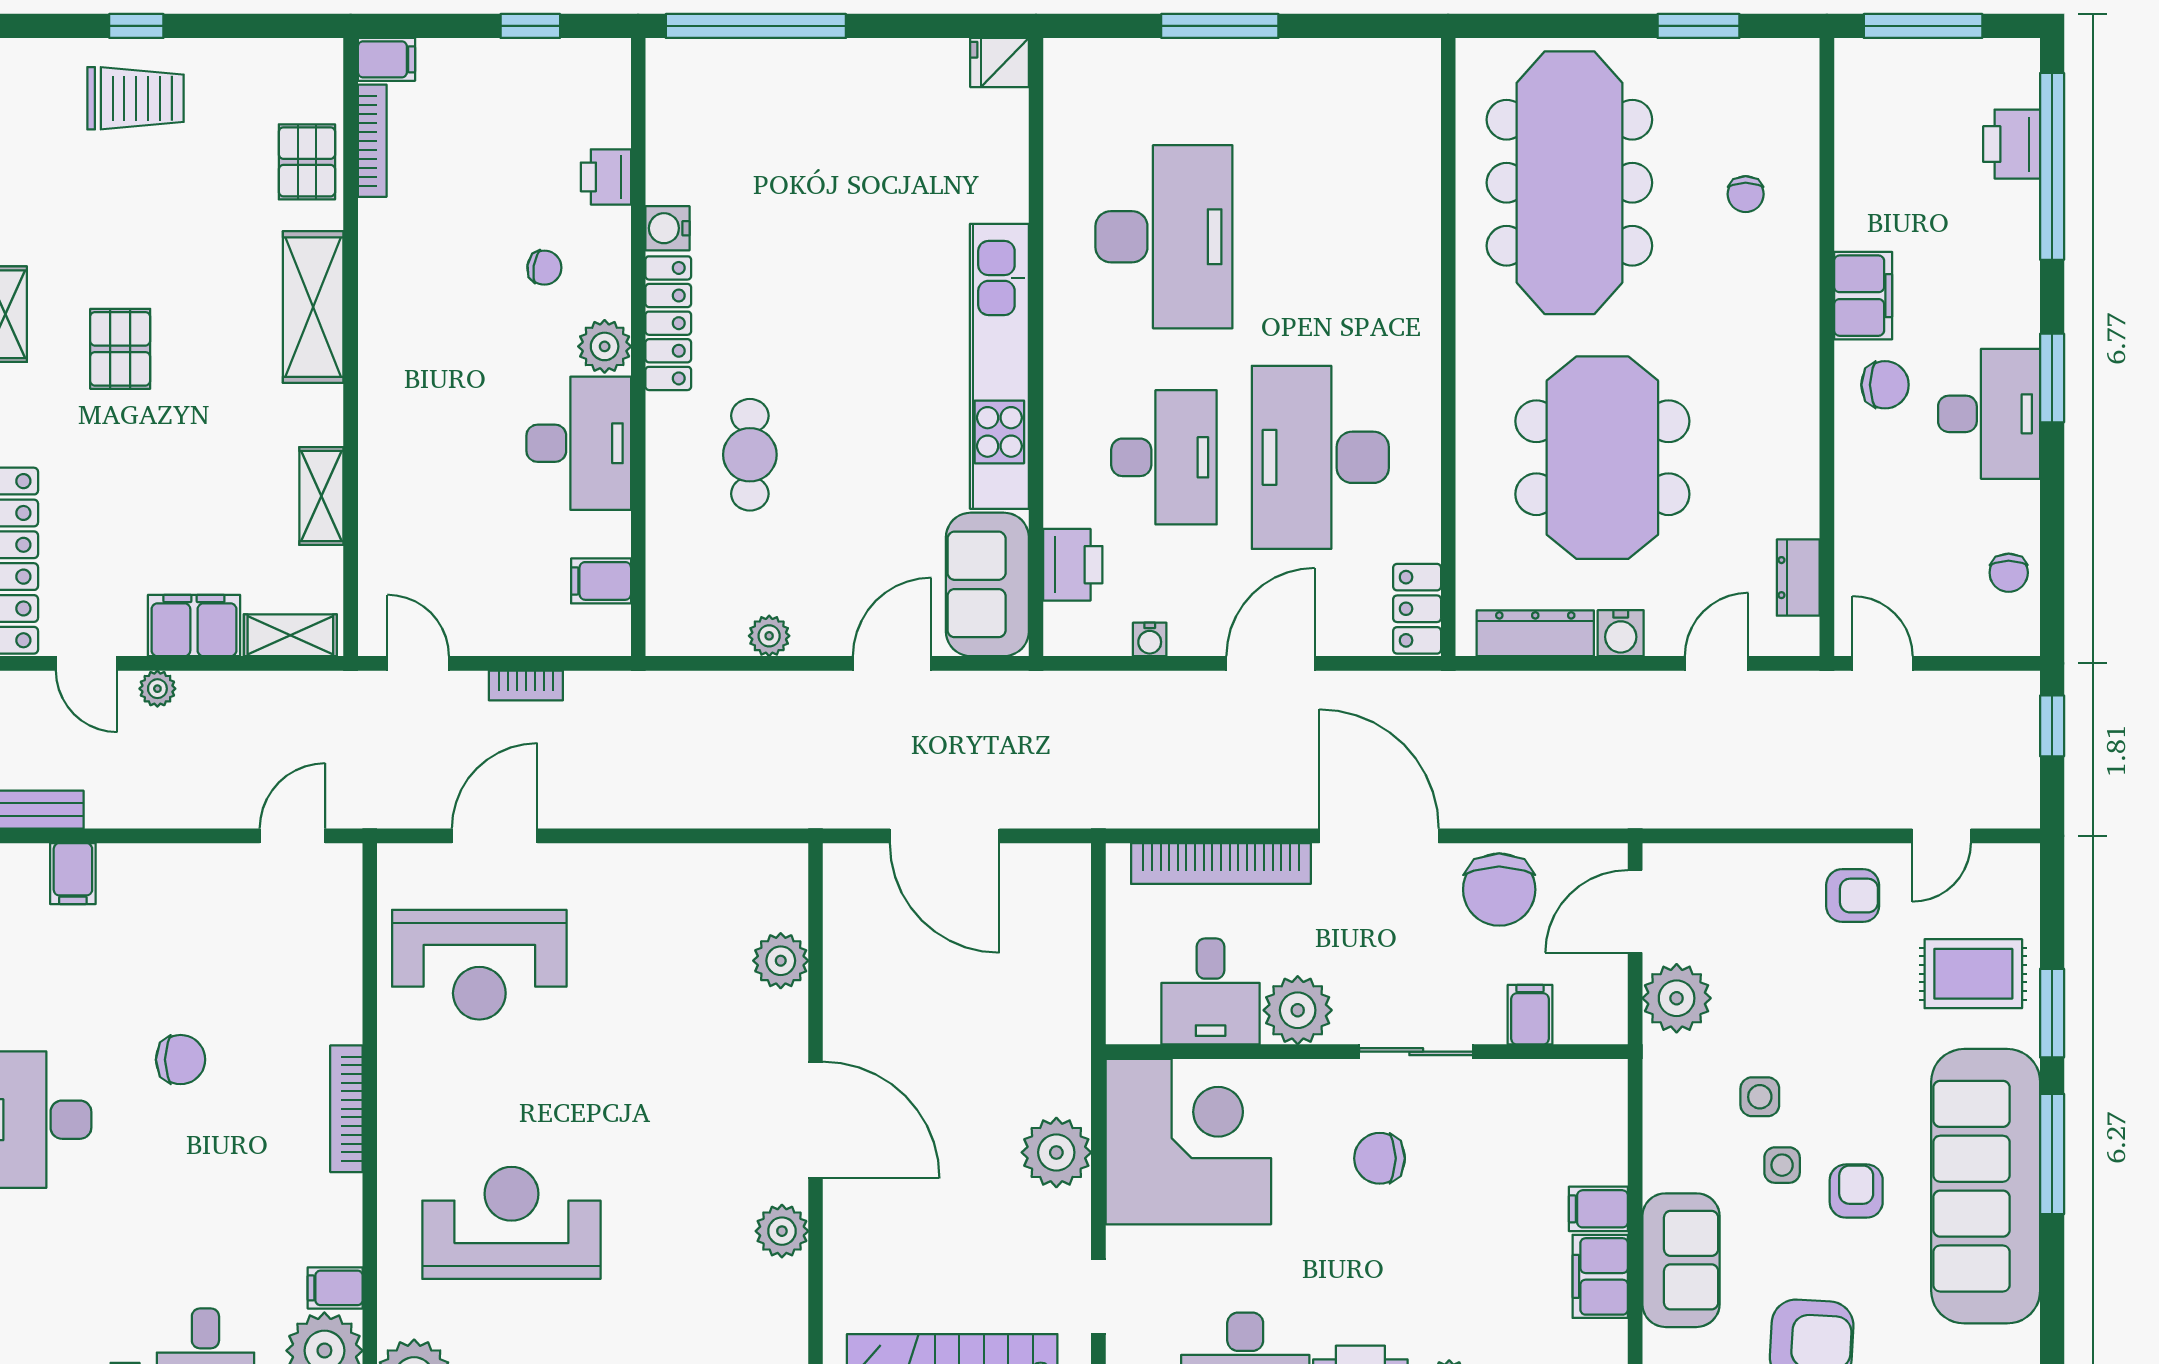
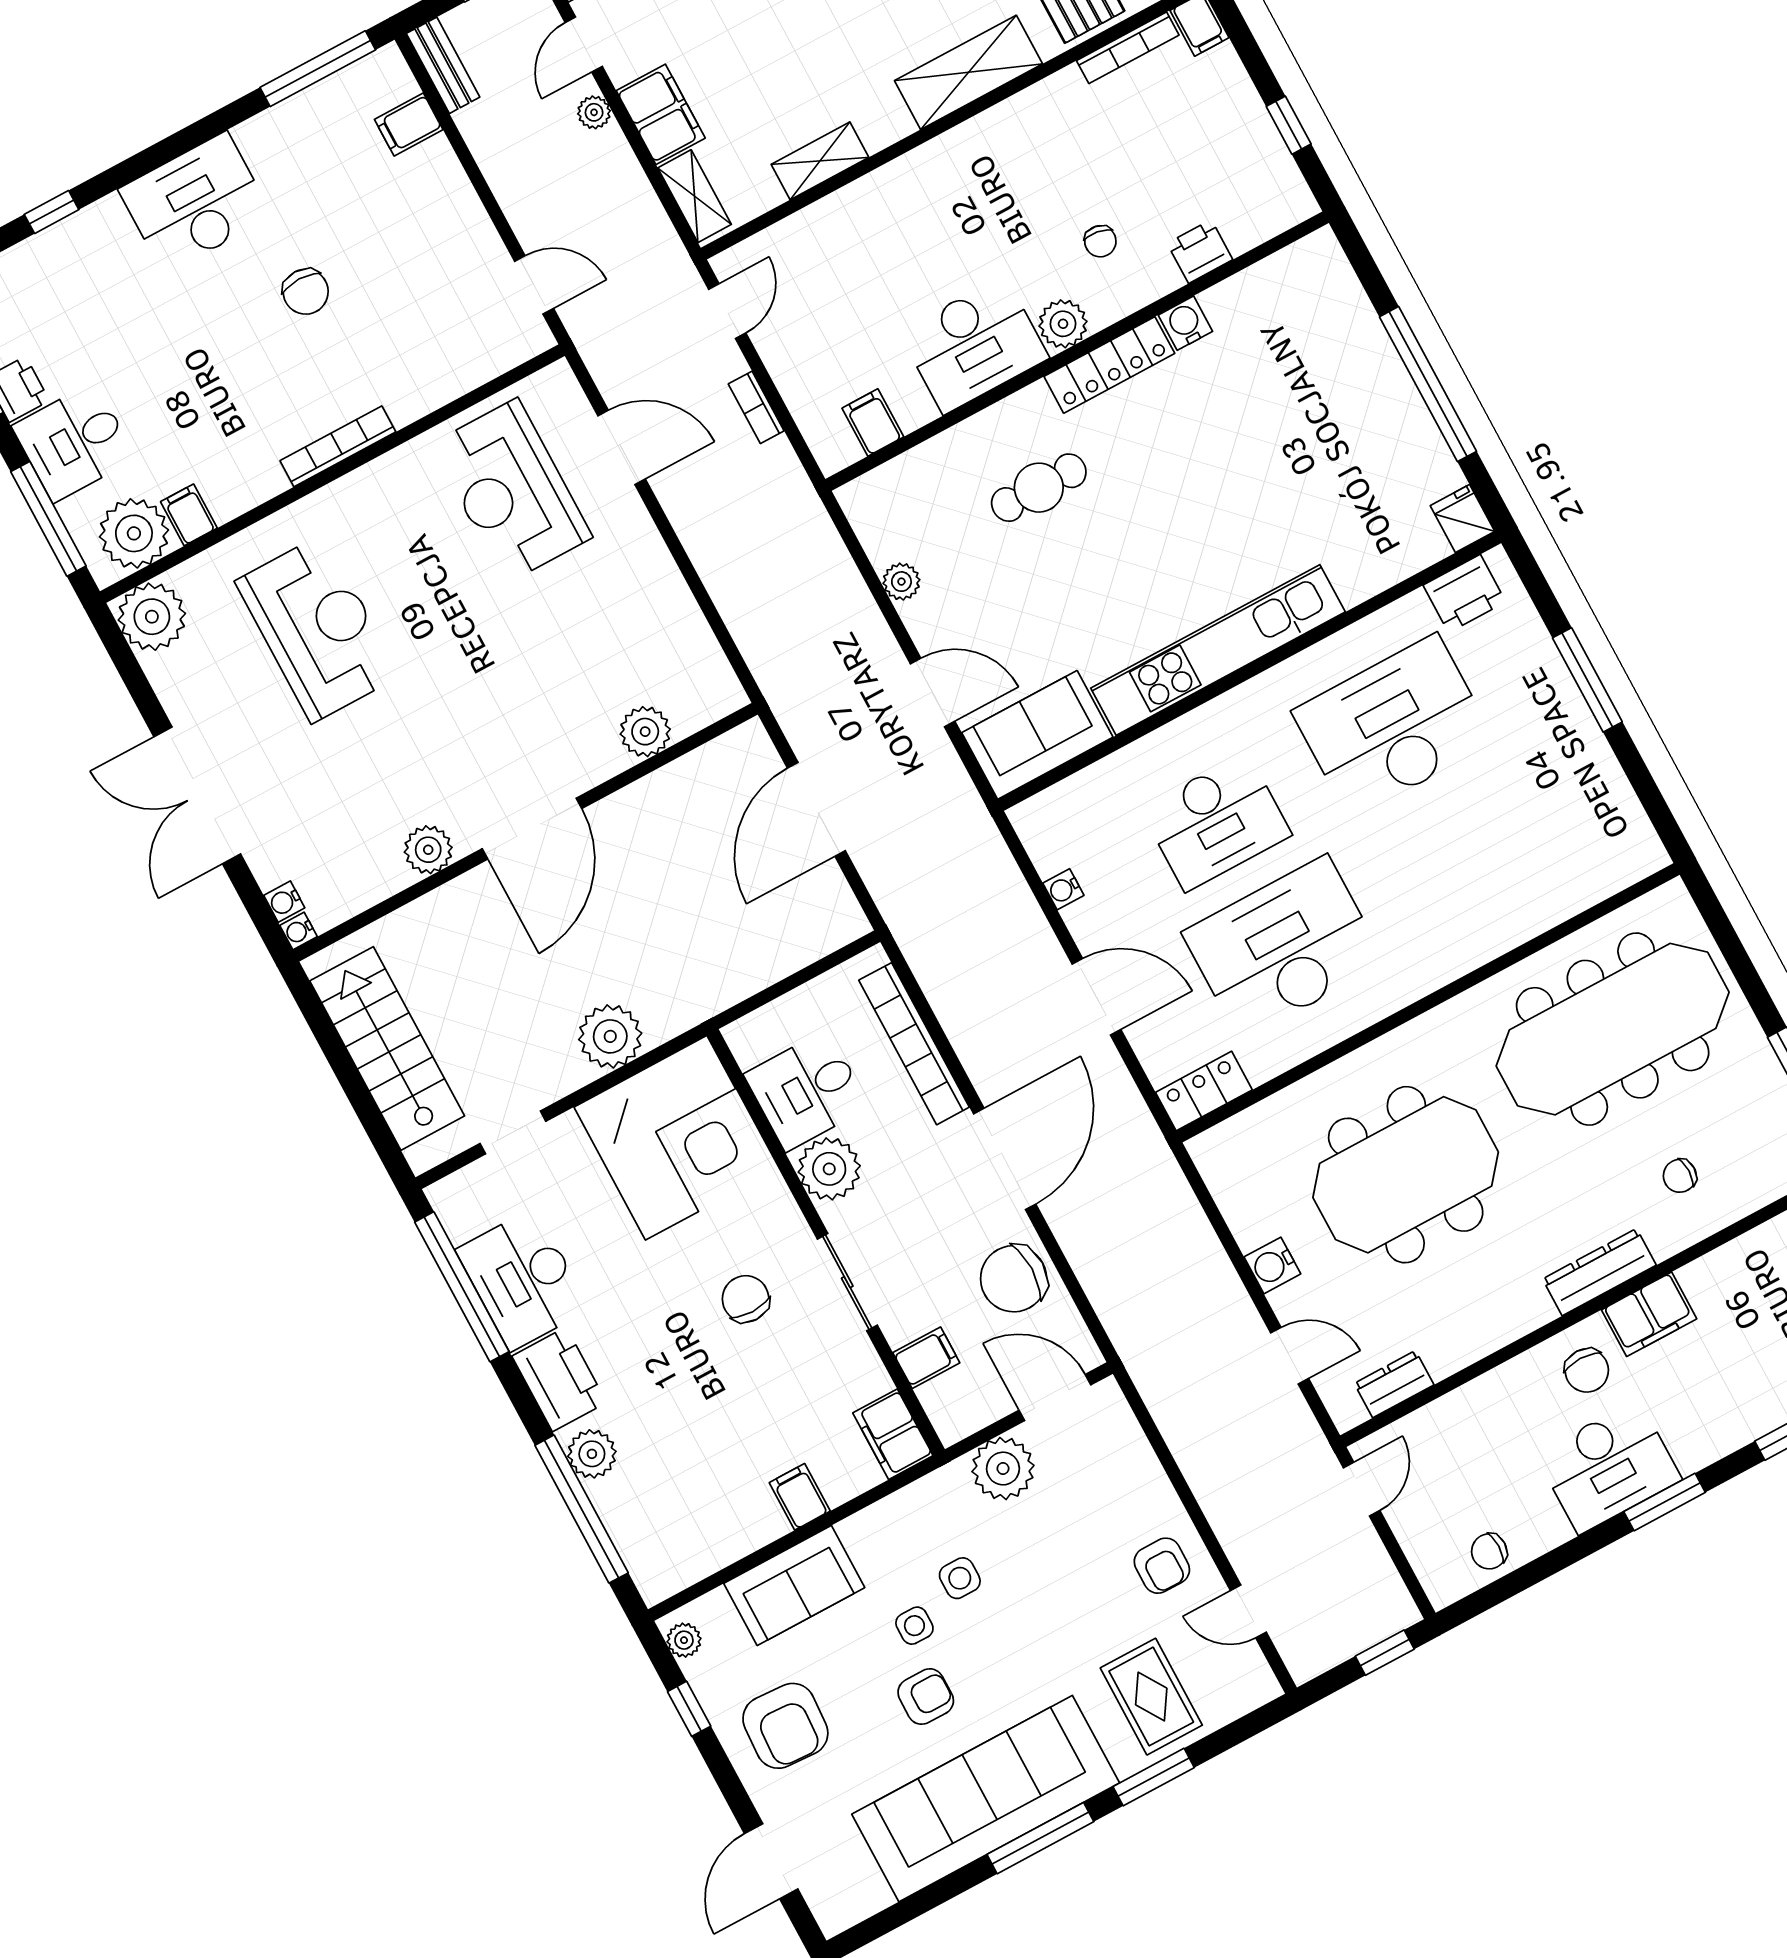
window: (756, 26) -> (1428, 384), moved
desk: (1164, 237) -> (1394, 726), turned 180
printer: (1073, 565) -> (1464, 594), moved
dresser: (1535, 633) -> (1599, 1272), moved, turned -90
filing cabinet: (1600, 1276) -> (893, 1434), moved, turned -90

